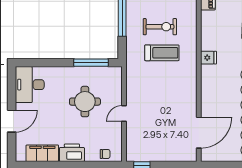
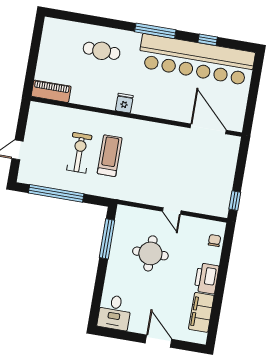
desk: (30, 85) -> (115, 312), width x0.73

